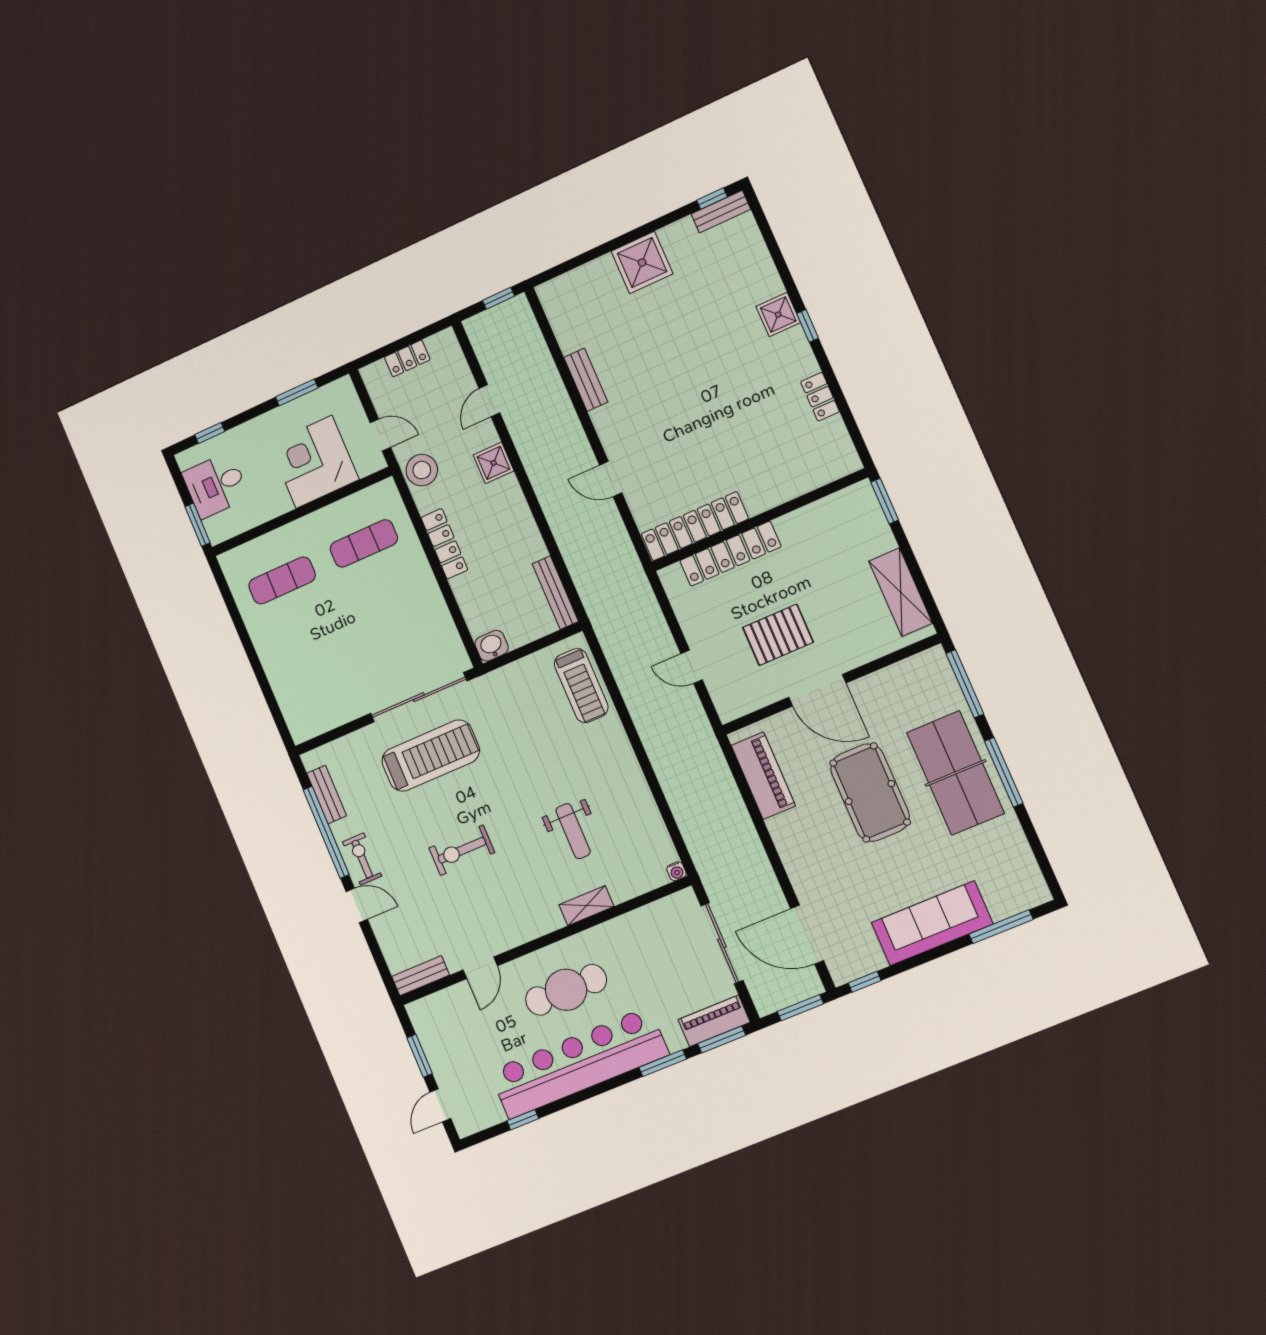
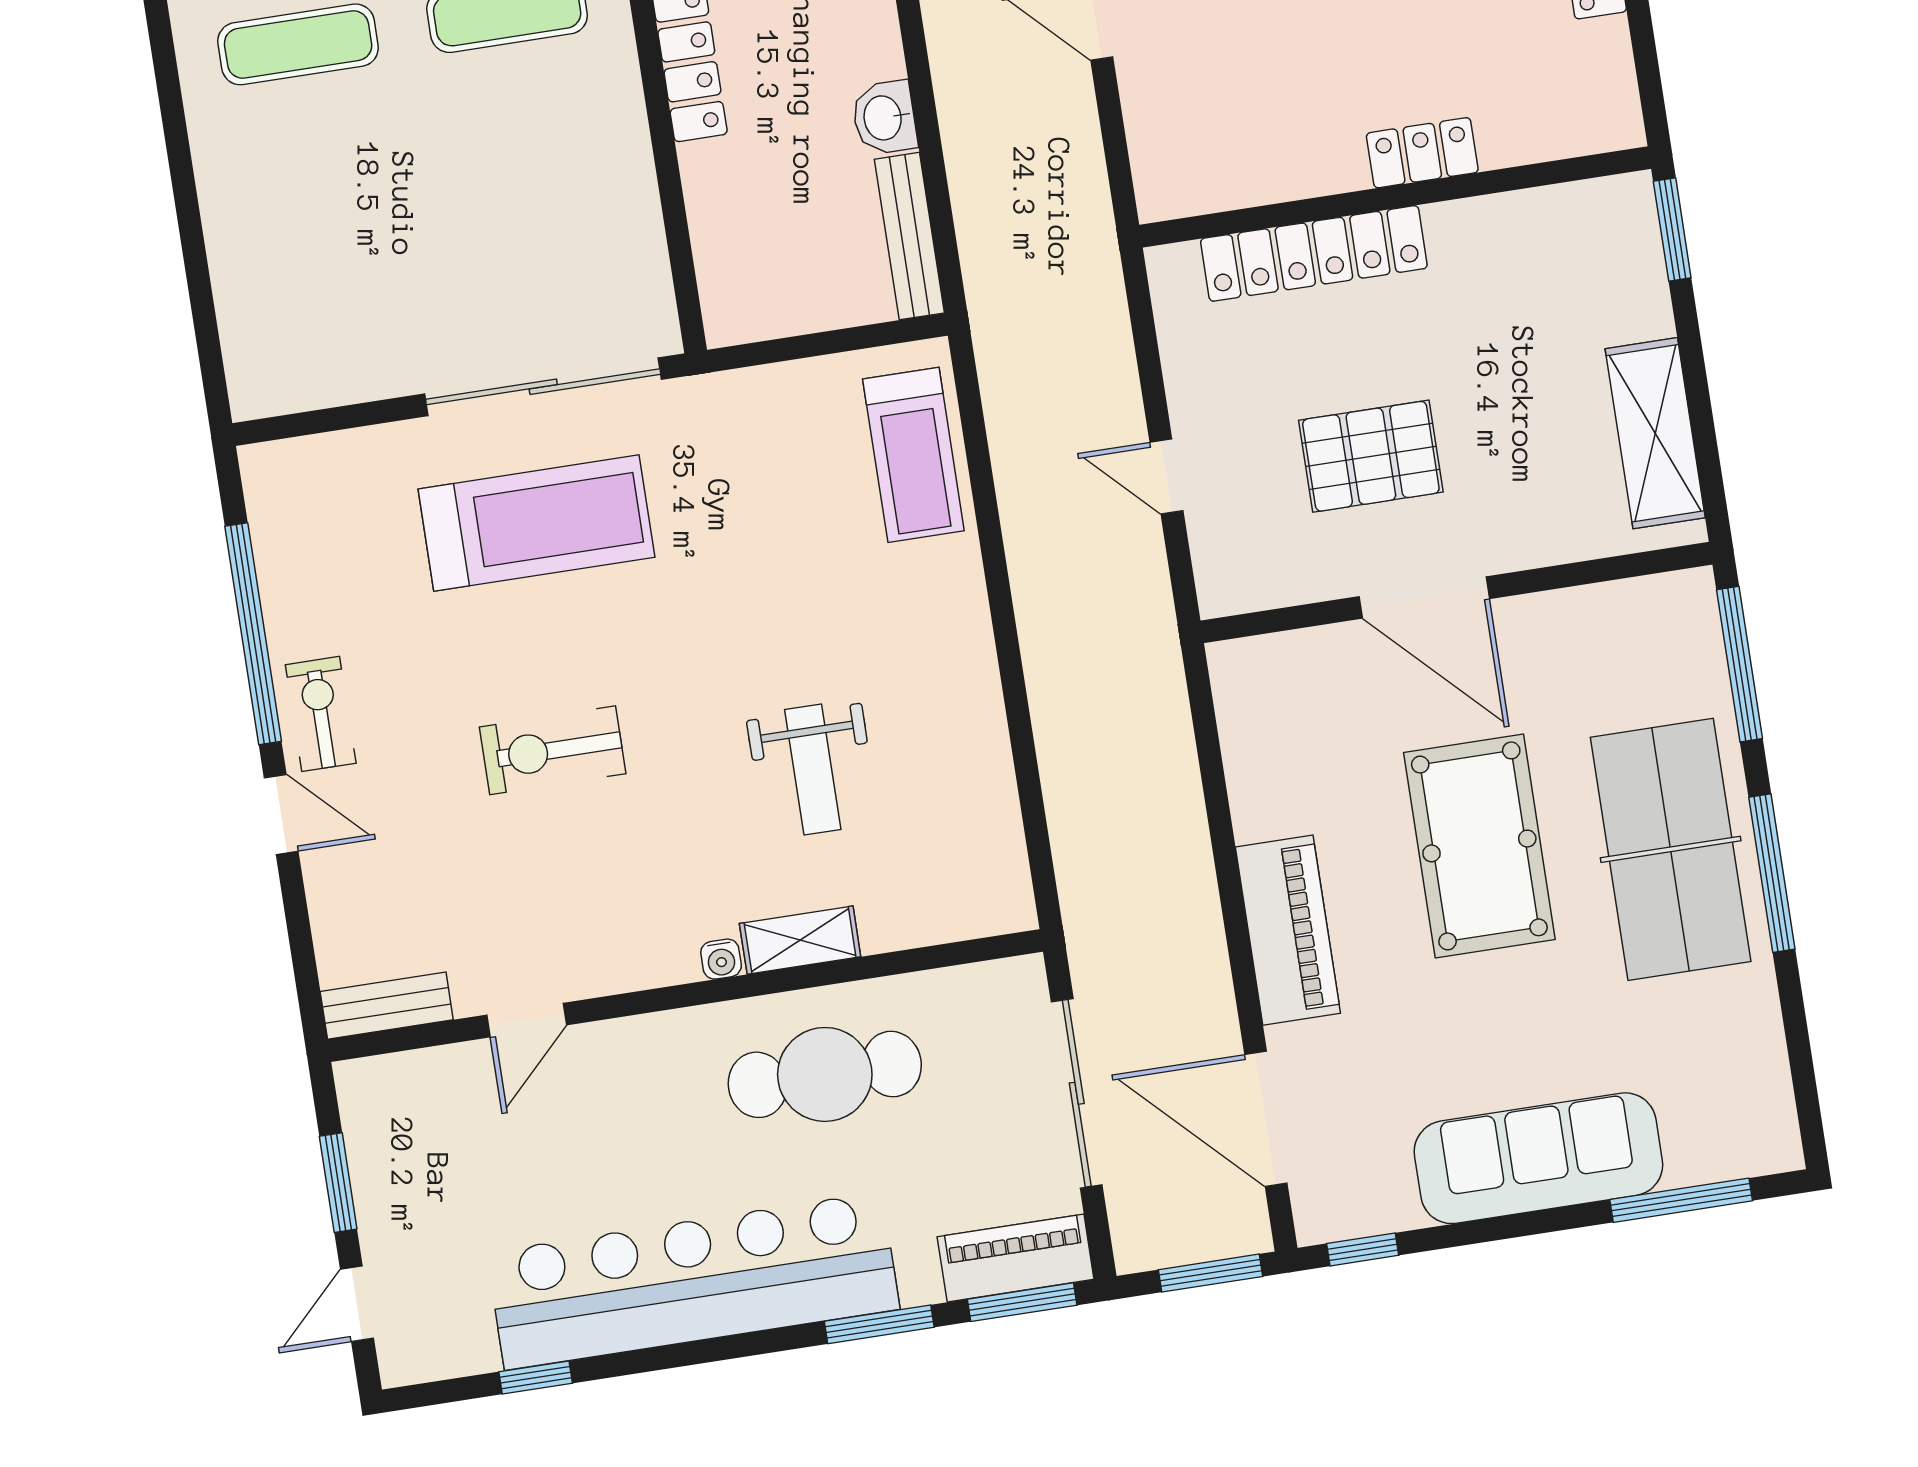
locker: (695, 526) -> (1422, 153), moved, width x0.46, depth x0.83
washbasin: (492, 646) -> (884, 118), moved, turned -90
piano: (763, 776) -> (1288, 930), moved
bench: (327, 795) -> (276, 550), removed
water cooler: (676, 871) -> (721, 959), moved
cafe table: (566, 990) -> (825, 1074), moved

